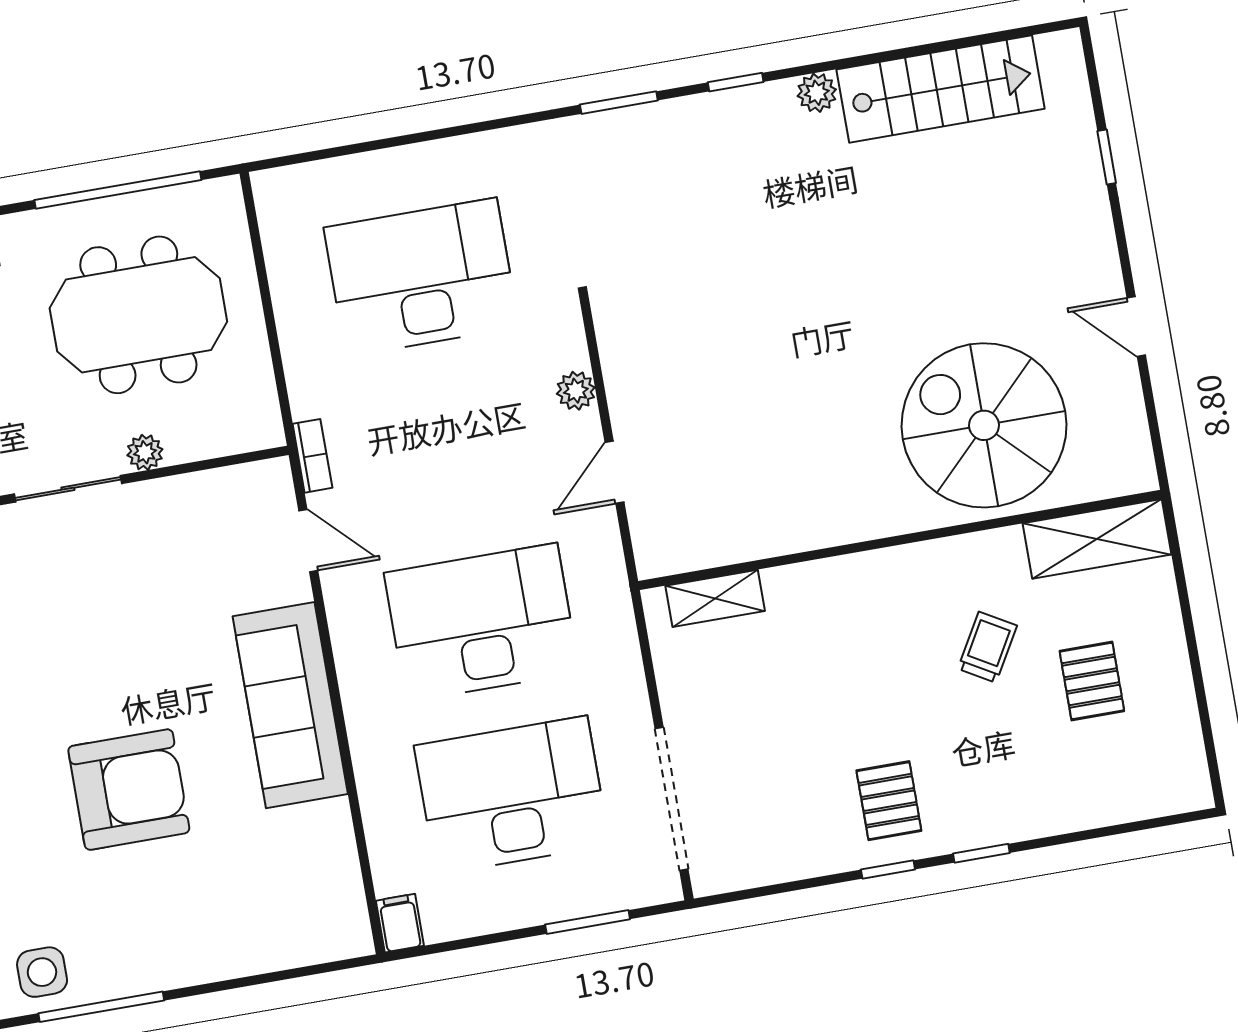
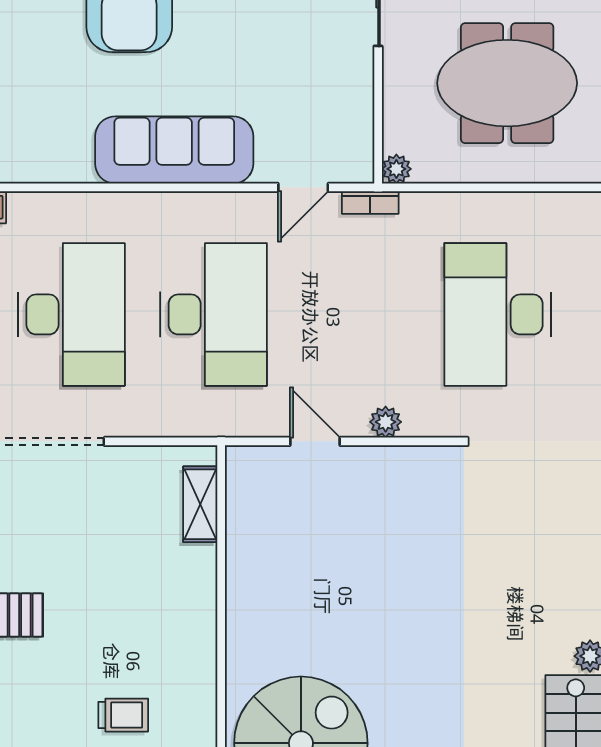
desk: (421, 277) -> (498, 314), turned 180
meeting table: (138, 315) -> (507, 83), turned 90
plant: (145, 452) -> (396, 169), moved
trolley: (987, 647) -> (123, 715), turned -30

